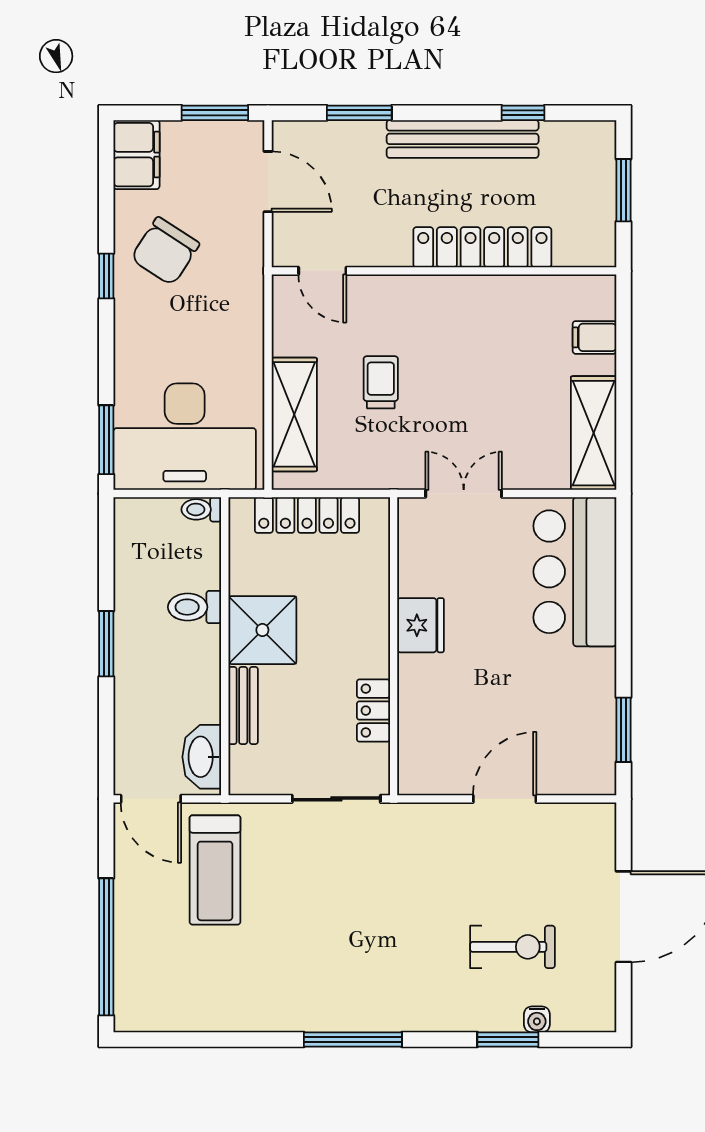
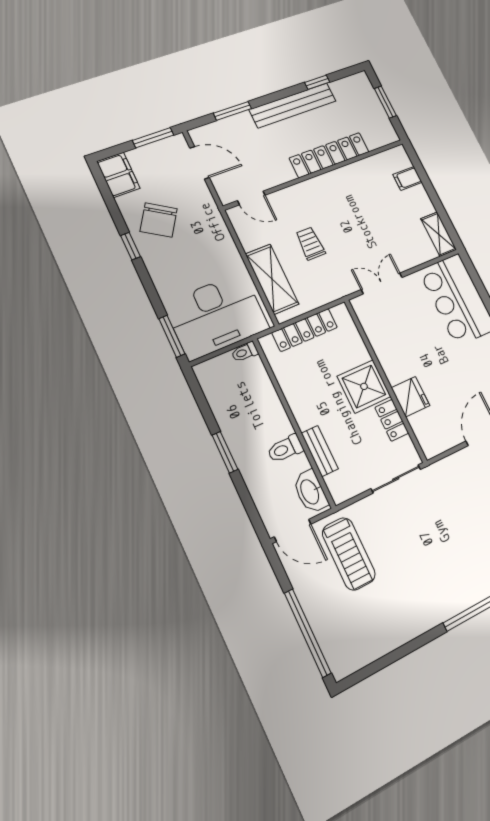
shelving: (594, 433) -> (439, 234), width x0.67, depth x0.75
toilet: (195, 607) -> (285, 449), moved
fridge: (421, 625) -> (411, 397), moved
shower: (262, 630) -> (364, 386), moved

